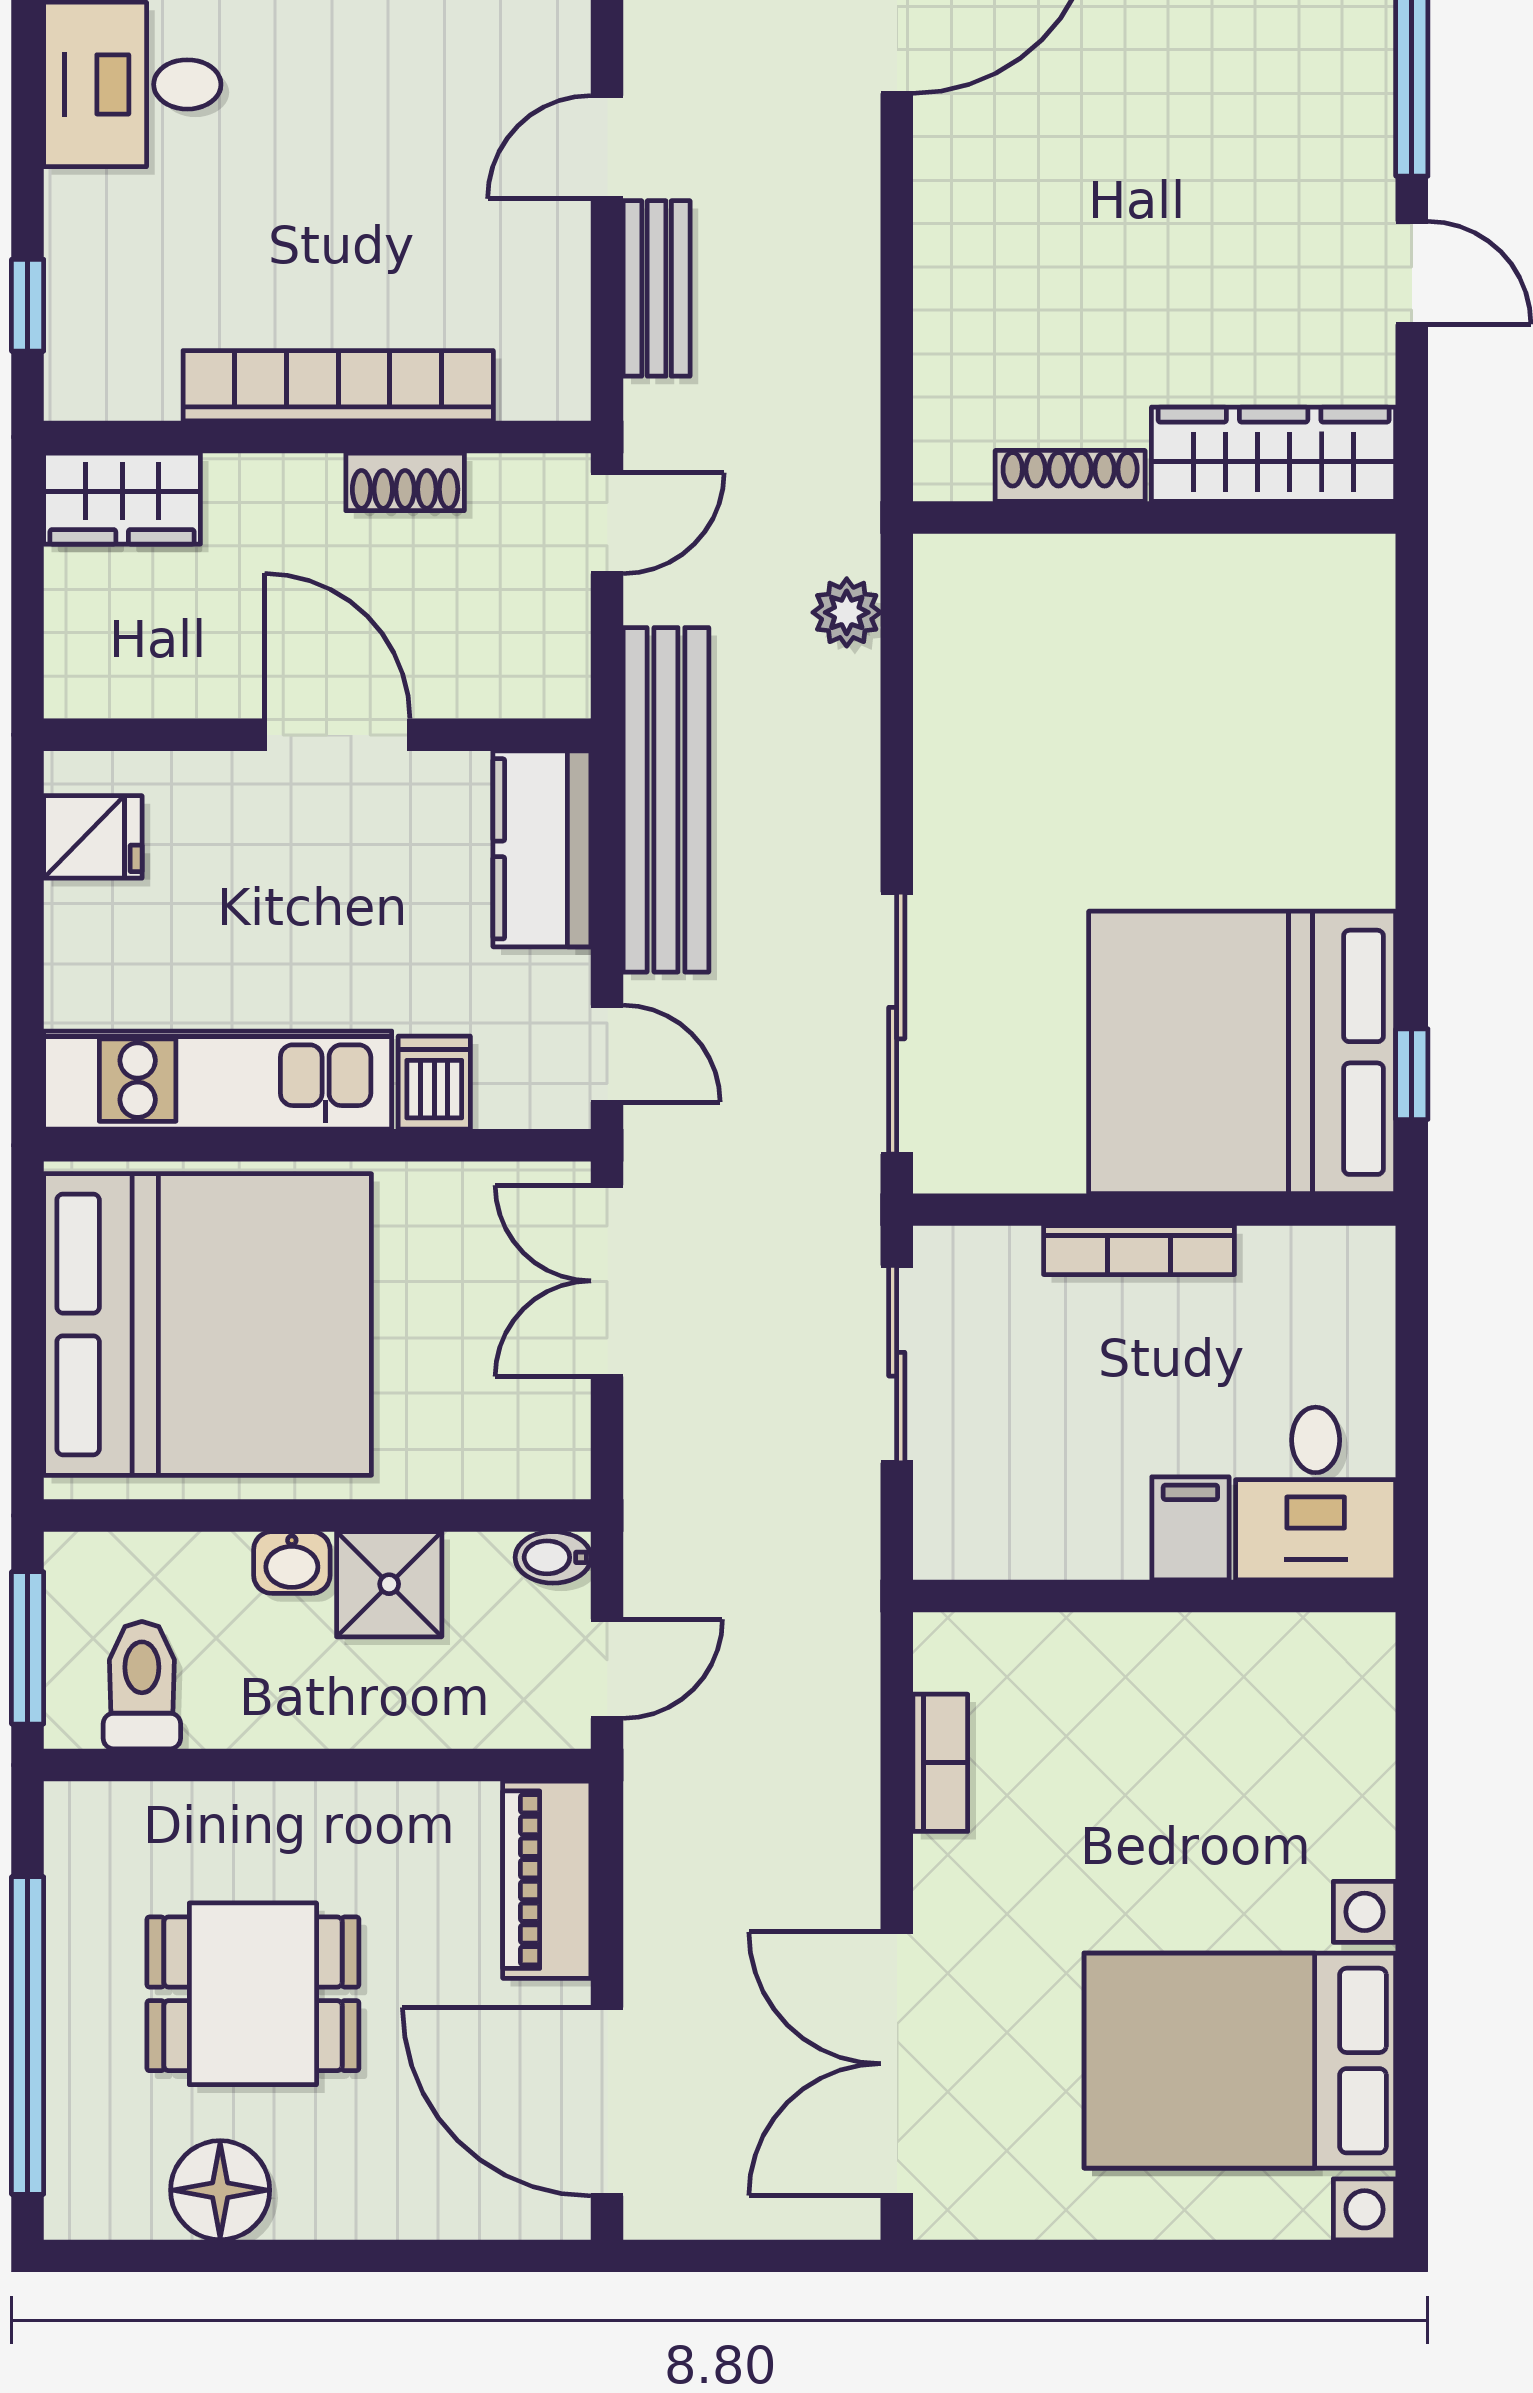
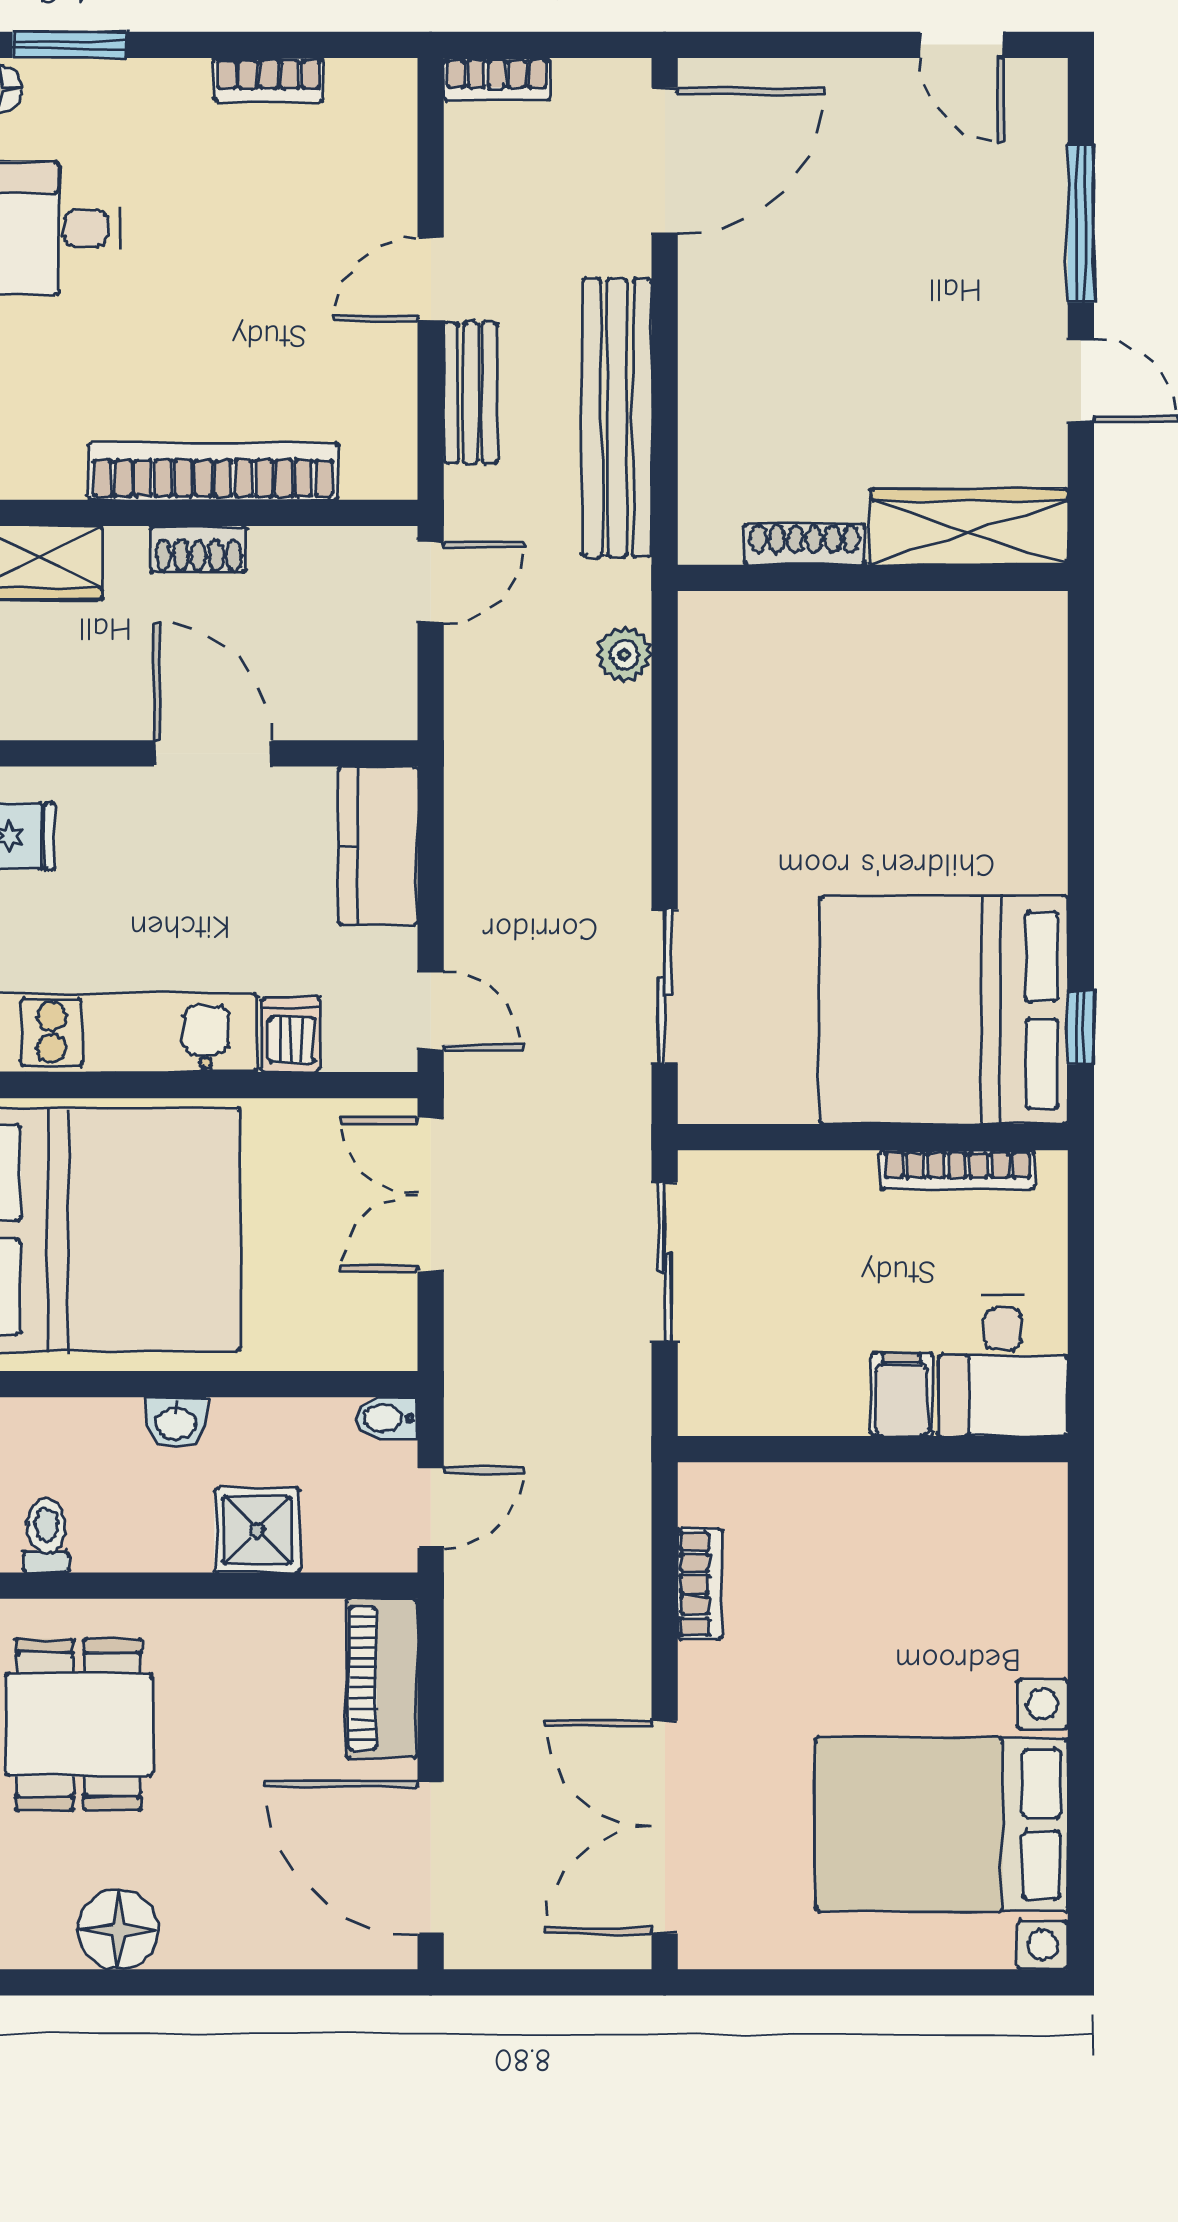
shoe rack: (405, 482) -> (199, 549), moved
bench: (666, 800) -> (617, 418), moved
sliding door: (897, 1023) -> (665, 986), width x0.73
bookcase: (1139, 1250) -> (957, 1170), moved
shower: (389, 1584) -> (257, 1530), moved
toilet: (142, 1685) -> (46, 1536), width x0.73, depth x0.72
dining table: (253, 1994) -> (79, 1725), moved, turned 90

